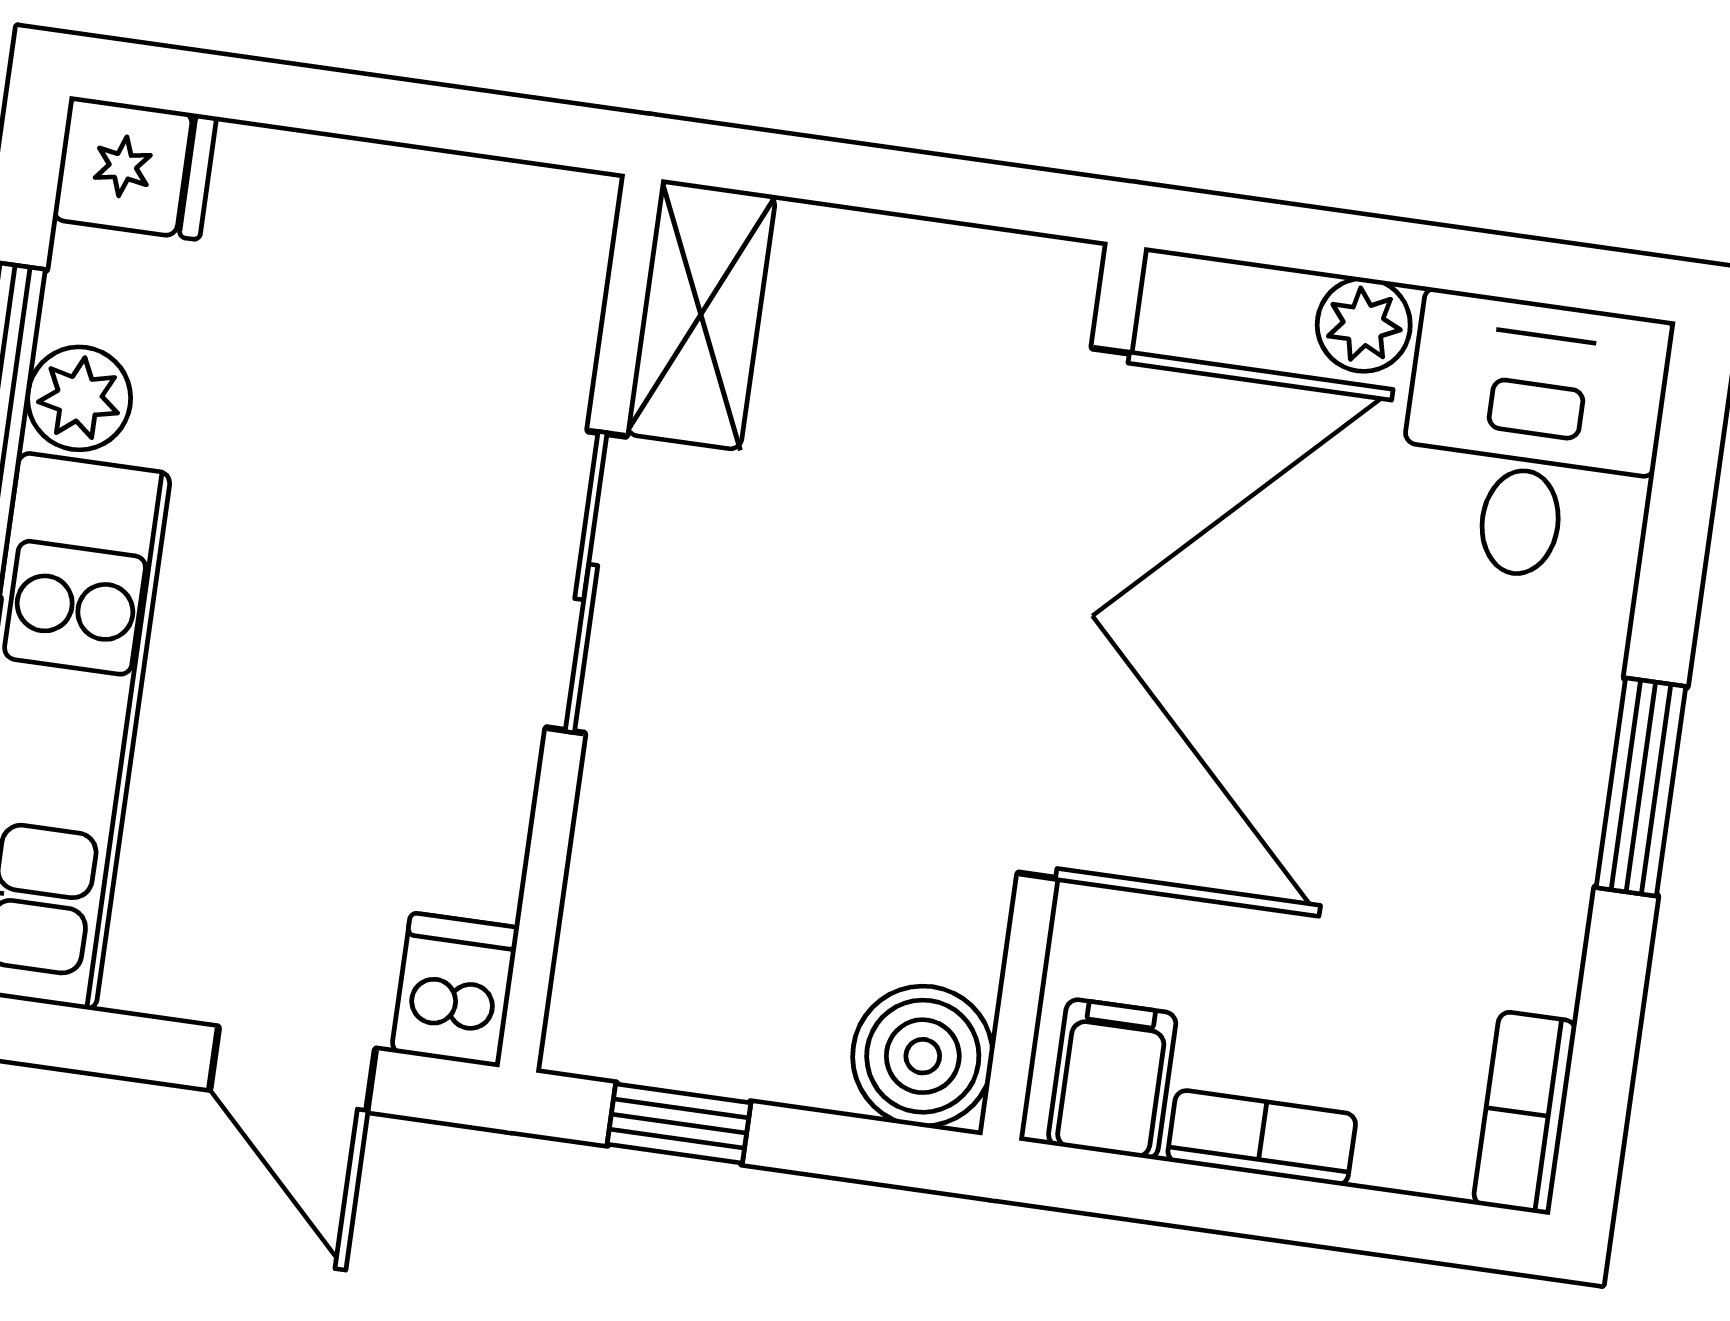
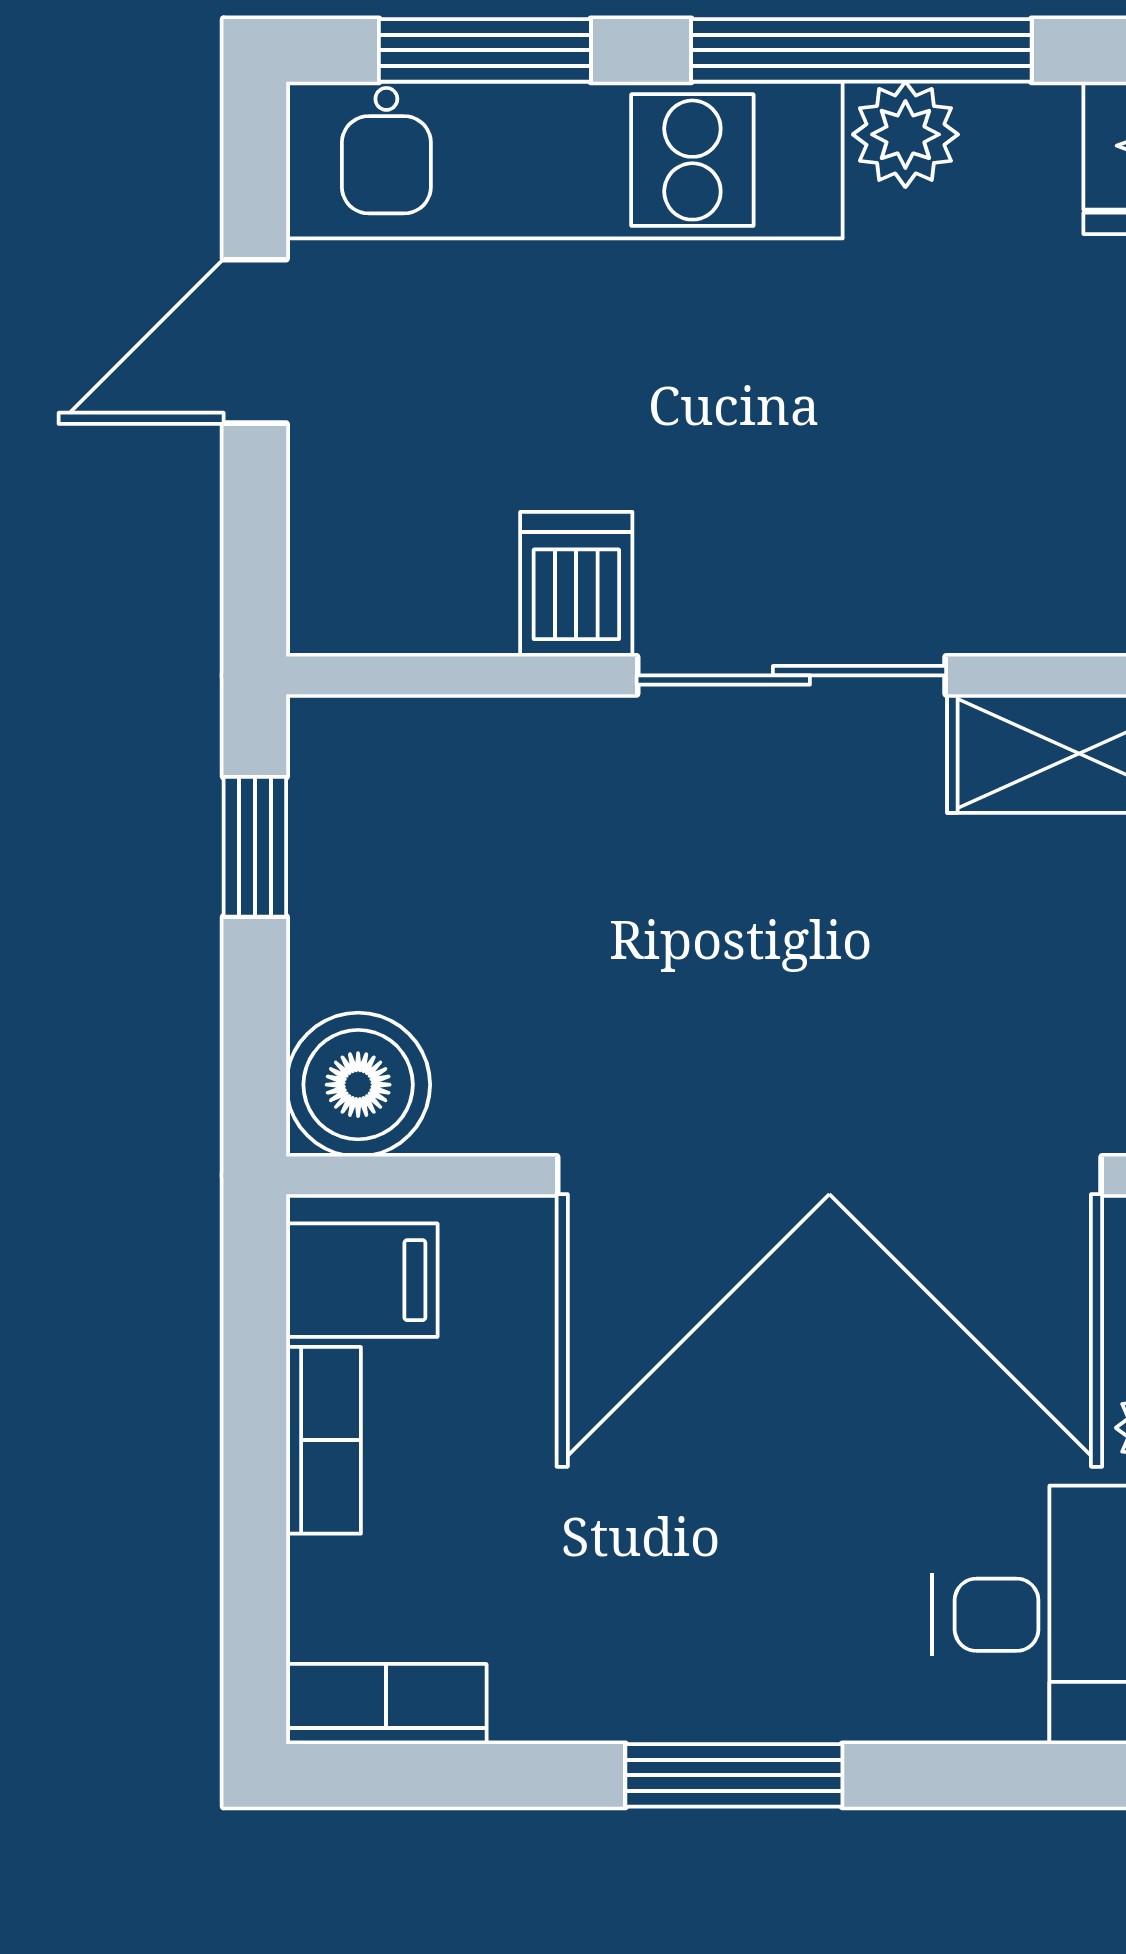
dishwasher: (455, 990) -> (576, 584), moved, turned -90
door: (293, 1069) -> (255, 341), moved

